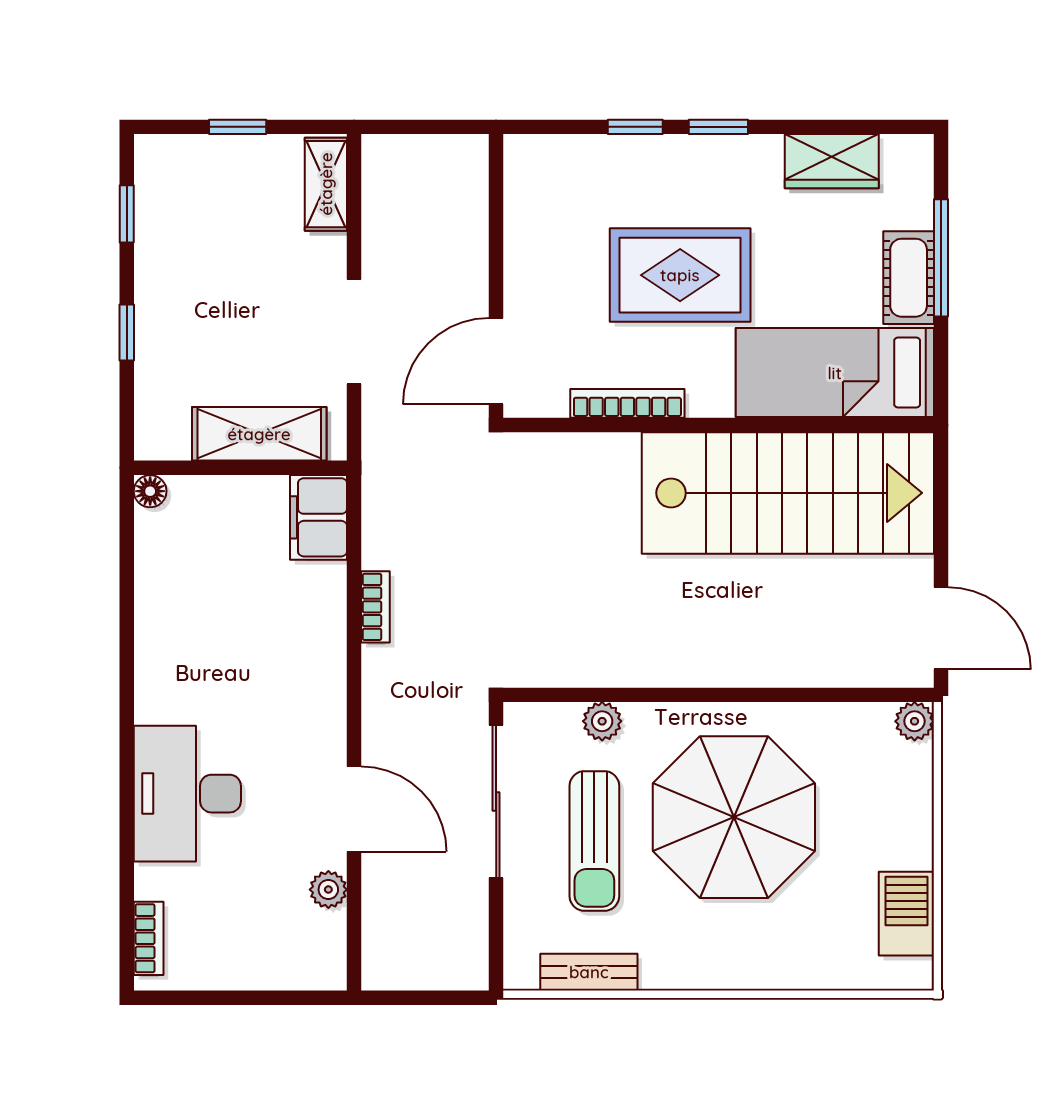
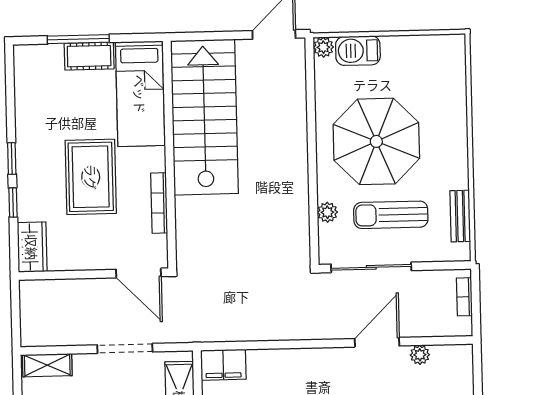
wardrobe: (832, 161) -> (32, 247), moved
bookcase: (375, 607) -> (464, 297), moved, turned -90
sun lounger: (594, 841) -> (391, 215), turned 180
barbecue: (906, 914) -> (358, 51), moved

